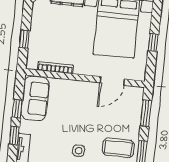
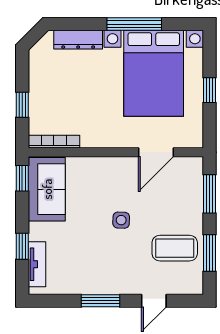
bookcase: (55, 68) -> (54, 142), moved
window: (17, 109) -> (22, 178), moved
side table: (79, 151) -> (121, 220), moved

